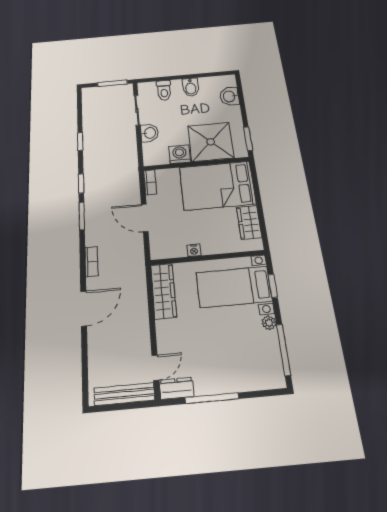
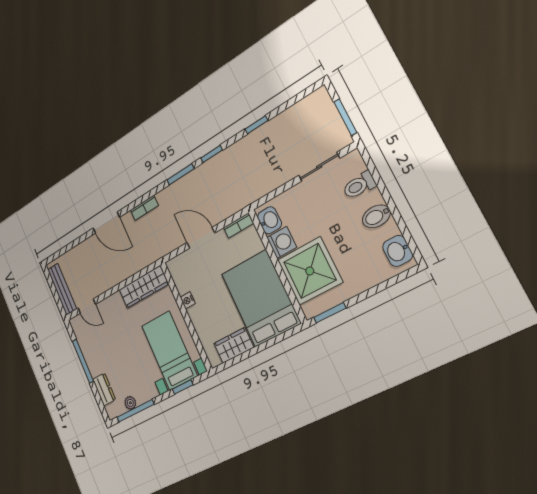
washbasin: (230, 96) -> (398, 251), moved, turned -90
washbasin: (150, 133) -> (269, 220), moved, turned -90
door: (145, 218) -> (201, 238), hinge flipped
plant: (269, 323) -> (130, 403), moved
dresser: (177, 388) -> (104, 389), moved

